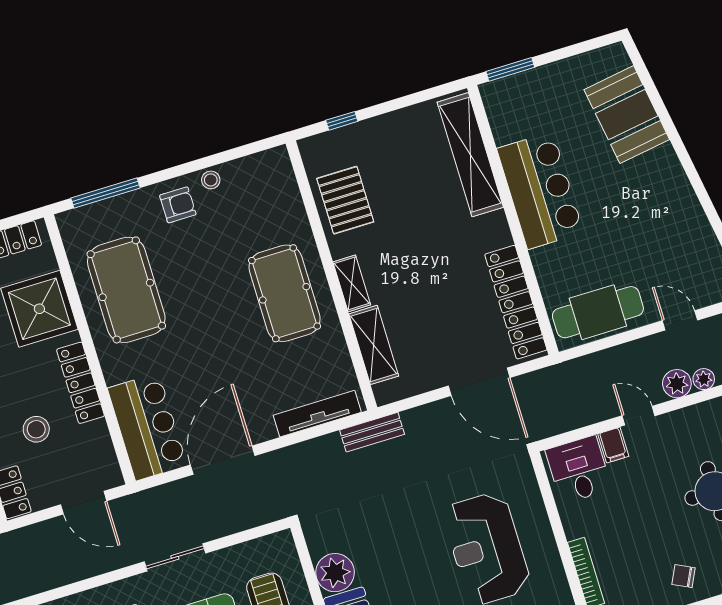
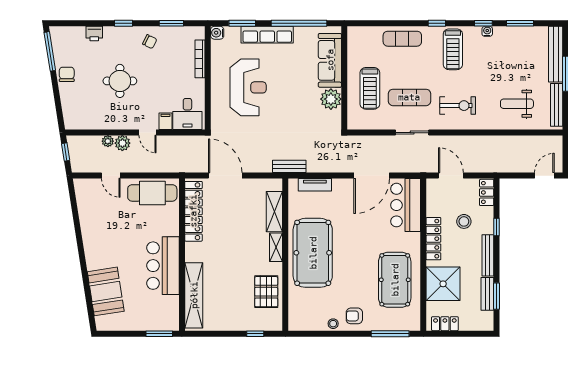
pool table: (285, 293) -> (313, 253), width x1.36, depth x1.32
tv unit: (317, 414) -> (315, 185), width x0.71

